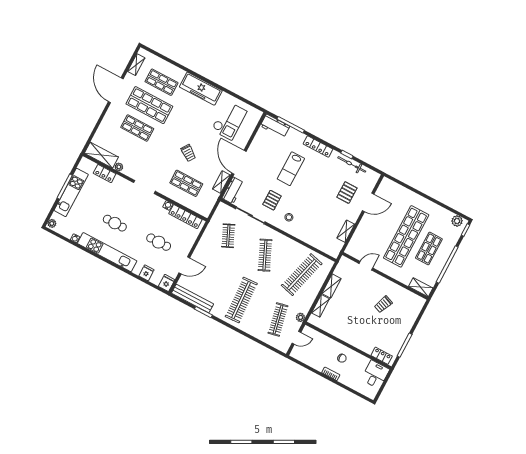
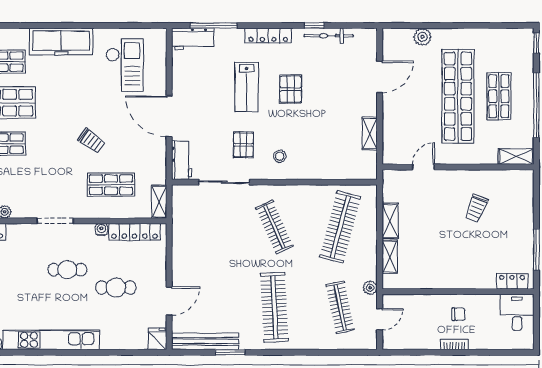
shelving: (221, 182) -> (159, 202), moved
pallet: (347, 193) -> (291, 89), moved
plant: (457, 221) -> (422, 37), moved
cafe table: (115, 223) -> (67, 270), moved
clothes rail: (228, 236) -> (209, 227), removed
fridge: (146, 273) -> (122, 340), removed

